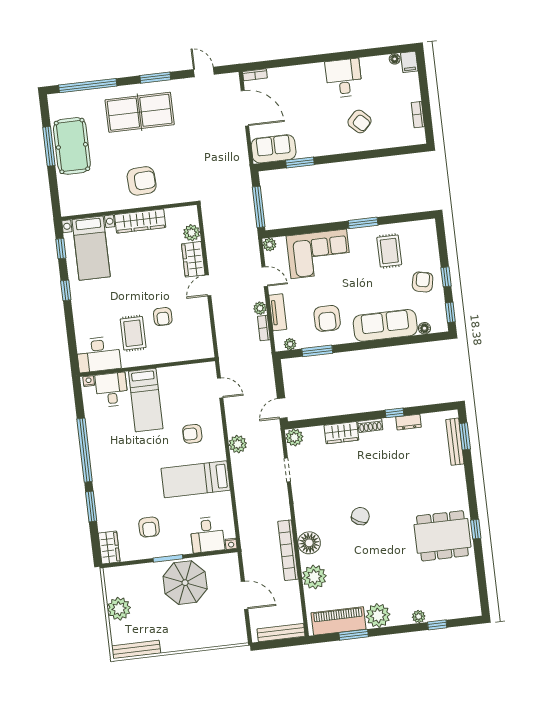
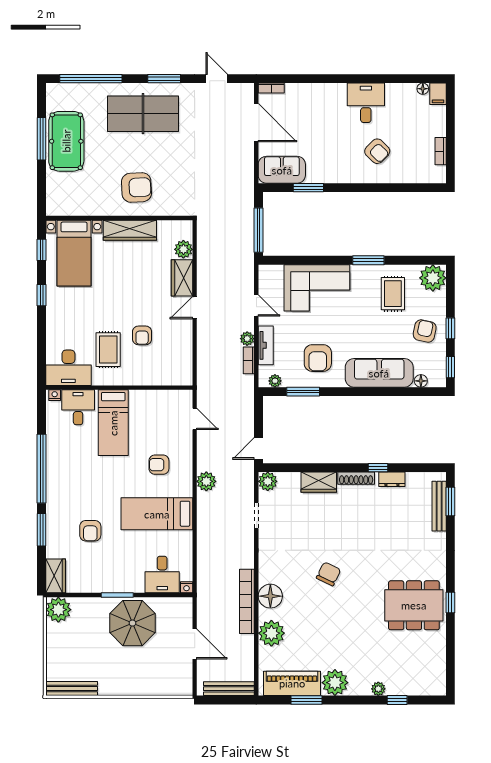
plant: (270, 245) -> (433, 278), moved, width x1.87, depth x1.87
shoe rack: (370, 426) -> (356, 478), width x1.43
armchair: (149, 527) -> (90, 531), moved
plant: (119, 609) -> (58, 610), moved

